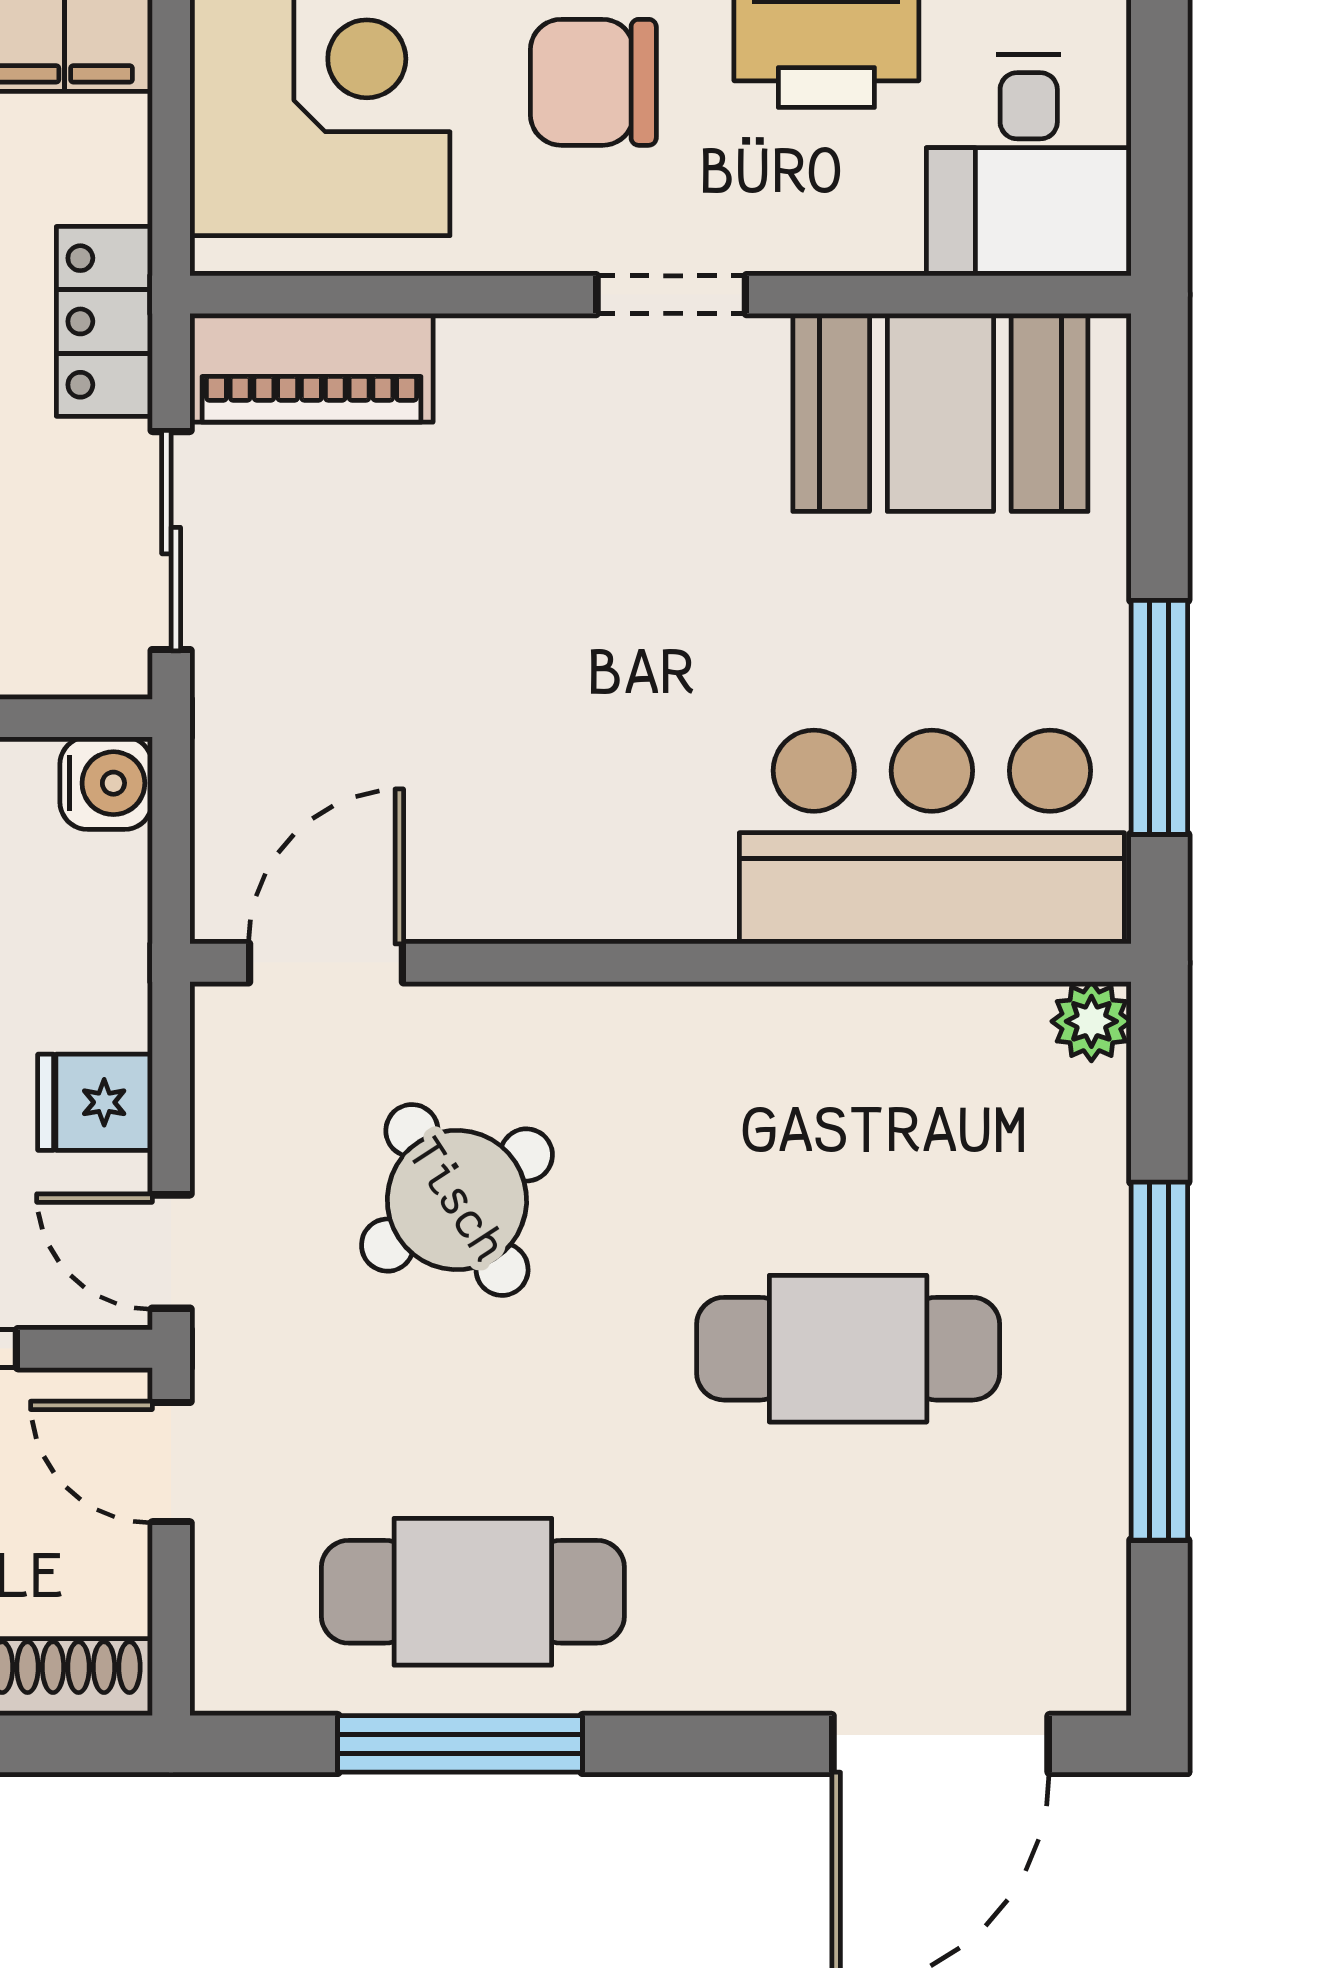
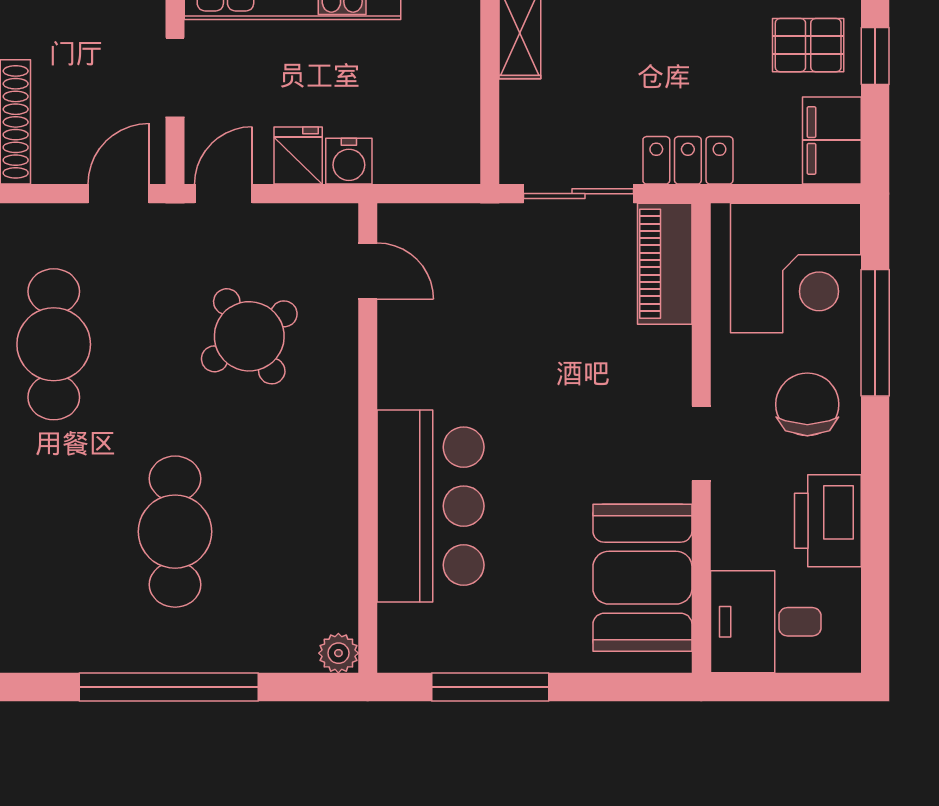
water cooler: (106, 783) -> (349, 161), moved
bar counter: (932, 837) -> (430, 506), moved
door: (326, 963) -> (368, 271), width x0.73

